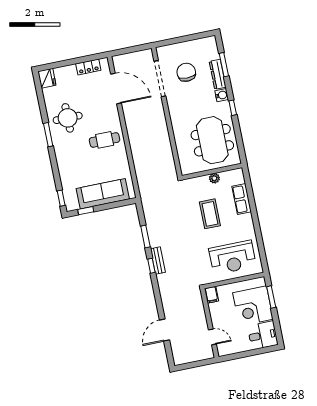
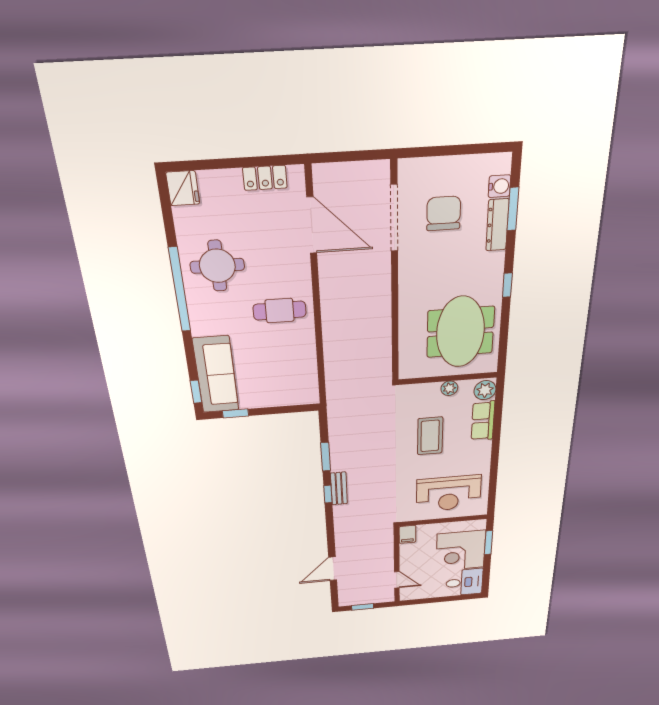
water cooler: (222, 95) -> (499, 186), moved
window: (48, 135) -> (180, 290), width x2.11
plant: (237, 177) -> (485, 390), added
sofa: (103, 194) -> (216, 375), moved, turned 90
window: (192, 365) -> (363, 607), added

